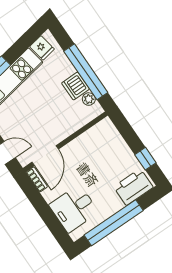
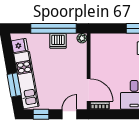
plant: (89, 99) -> (82, 38), moved

